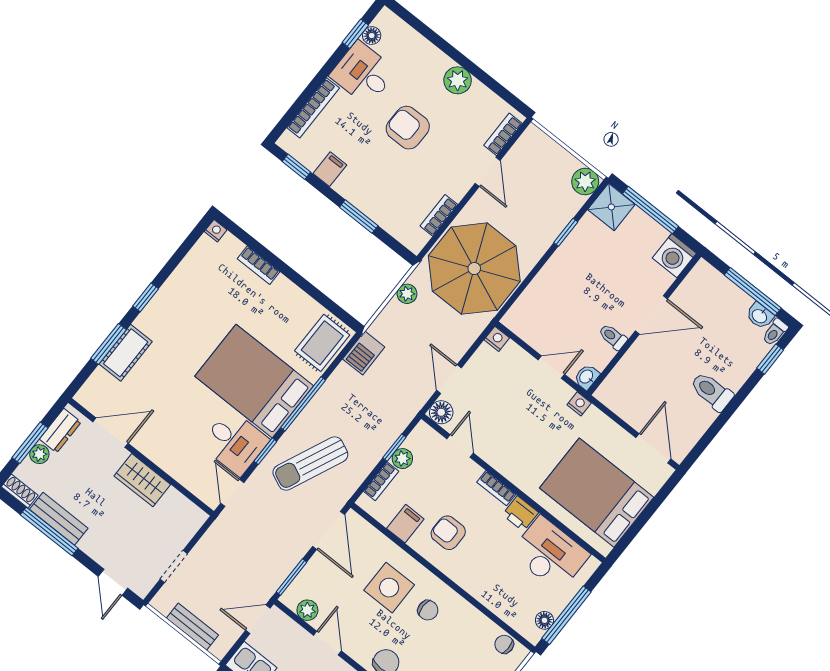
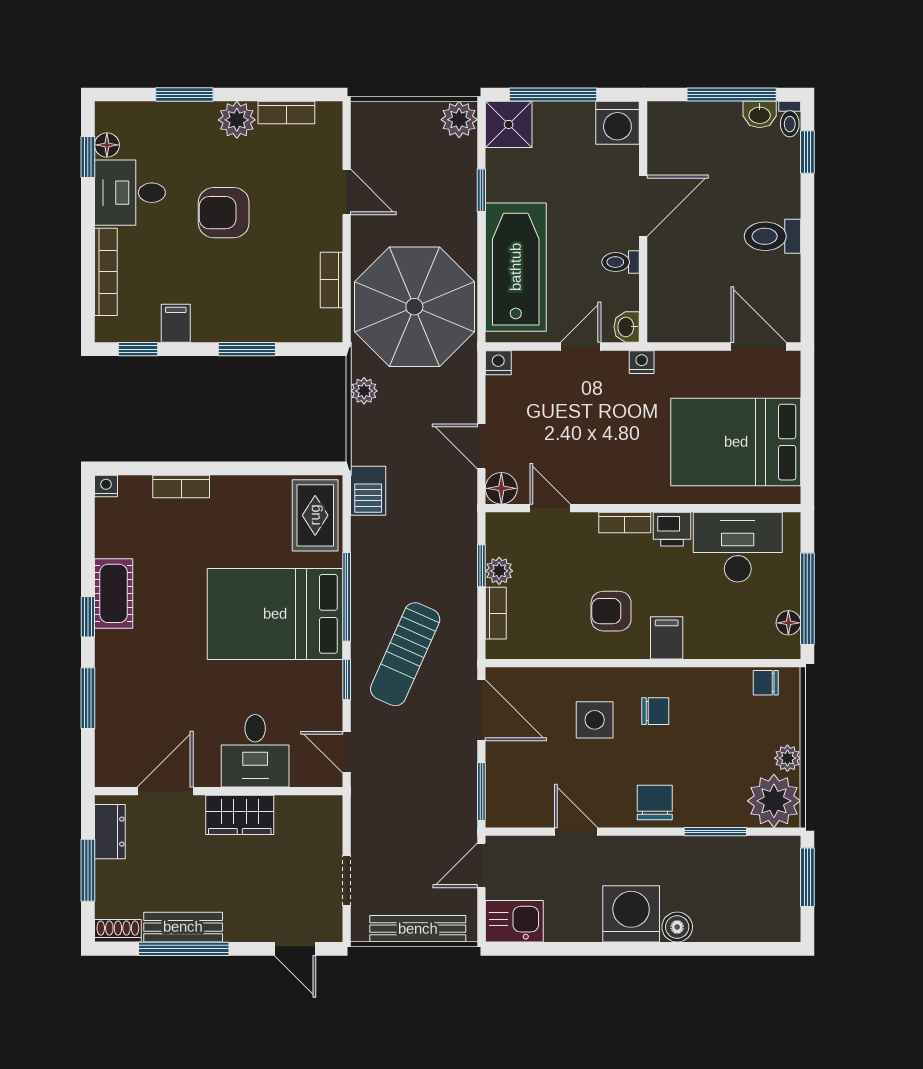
window: (439, 42) -> (184, 95), added
bookcase: (503, 134) -> (286, 113), moved, turned -90
bathtub: (550, 292) -> (516, 267), added
cot: (126, 353) -> (114, 593), moved
desk: (235, 442) -> (255, 751), moved, turned 90
plant: (39, 454) -> (108, 874), removed
filing cabinet: (405, 524) -> (667, 638), moved
side table: (389, 588) -> (595, 720), width x0.73, depth x0.73
plant: (307, 610) -> (527, 813), removed
bench: (192, 627) -> (418, 929), width x1.36

